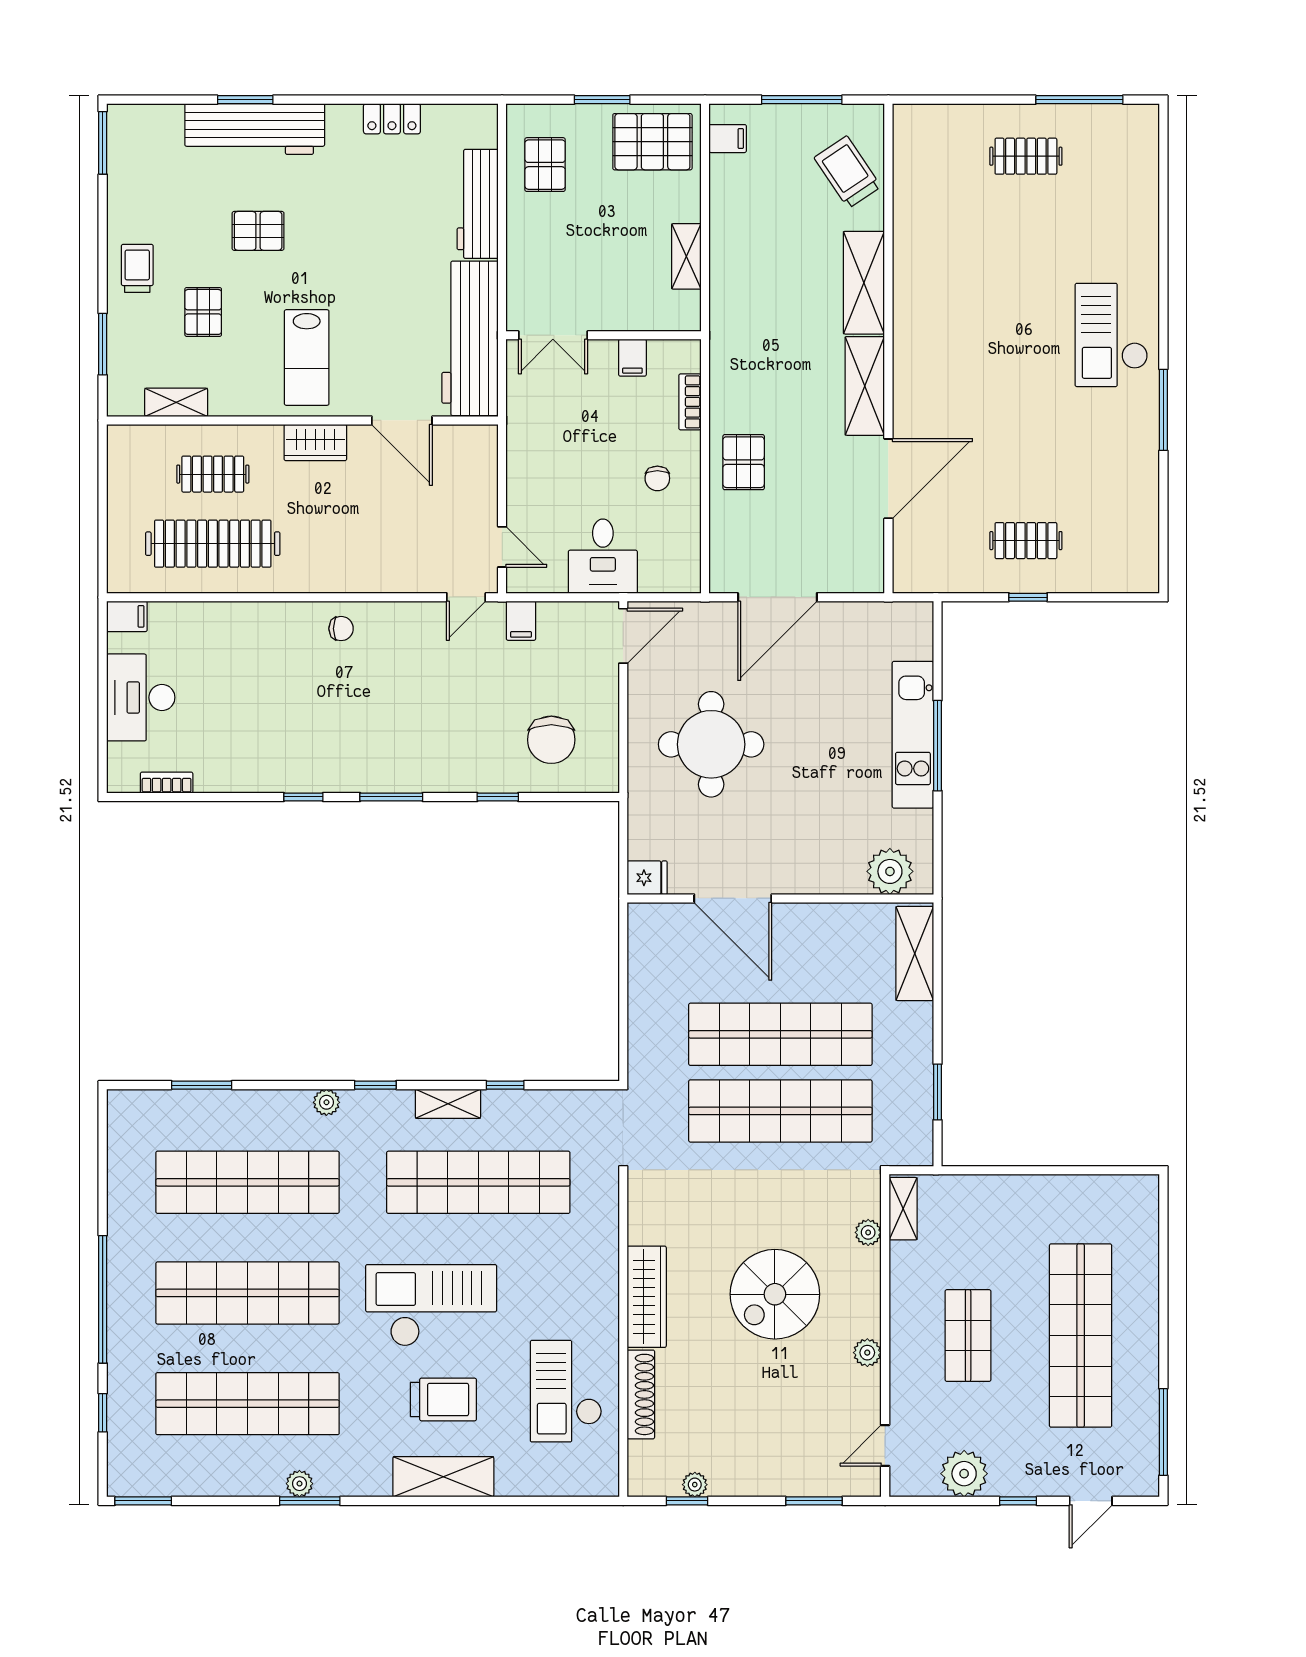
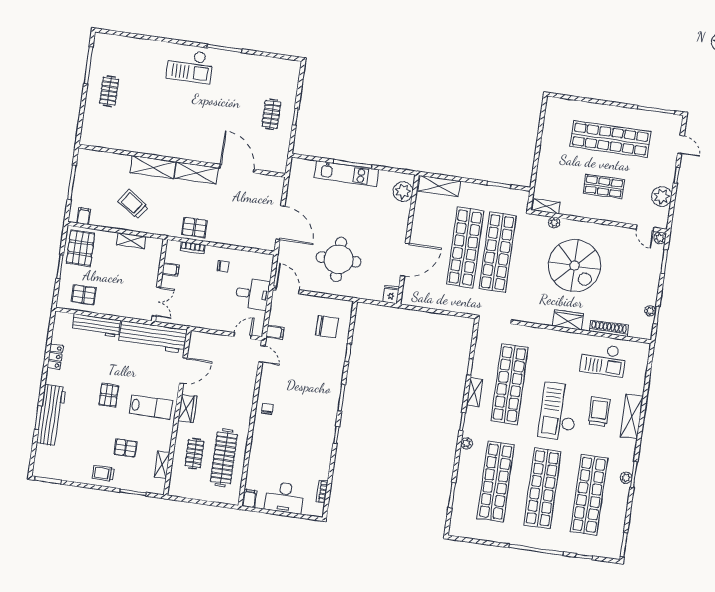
trolley: (848, 172) -> (133, 204), moved, turned 69
pallet: (258, 231) -> (109, 395), moved
pallet: (744, 462) -> (194, 227), moved
spiral stairs: (775, 1294) -> (575, 266), width x1.37, depth x1.37
wardrobe: (647, 1297) -> (568, 320), width x0.67
plant: (867, 1353) -> (660, 238), moved

